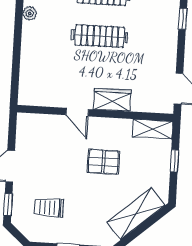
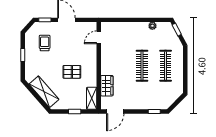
wardrobe: (112, 100) -> (107, 86), moved
door: (77, 112) -> (99, 37), moved
pallet: (103, 162) -> (72, 72), turned 90

